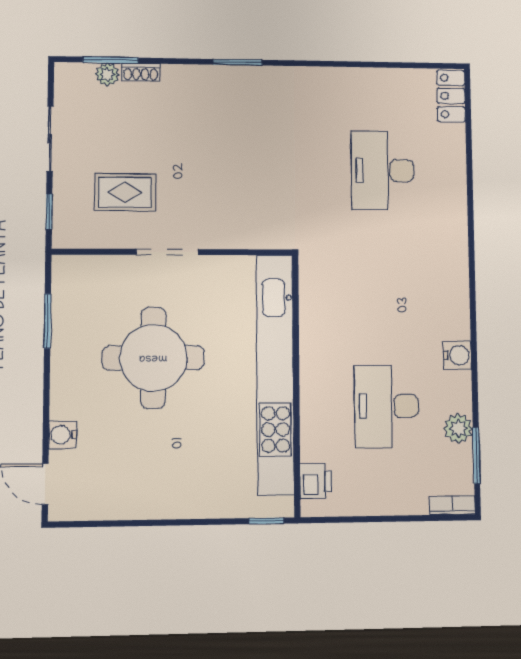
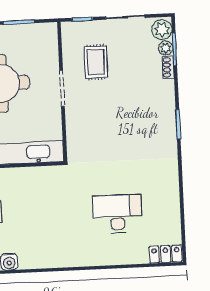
plant: (76, 79) -> (162, 30), added

